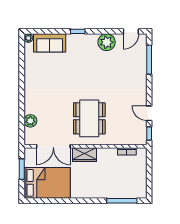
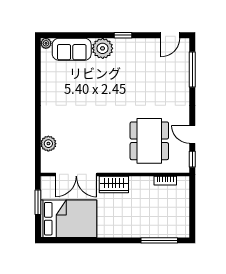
window: (78, 31) -> (123, 35), moved
plant: (107, 42) -> (103, 48), moved
dining table: (89, 118) -> (149, 141), moved

